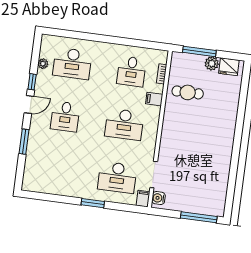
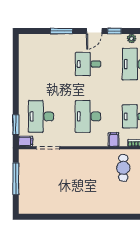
door: (29, 104) -> (94, 31), hinge flipped
water cooler: (158, 198) -> (28, 155), removed
window: (93, 203) -> (16, 125), moved
window: (199, 217) -> (16, 179), moved

